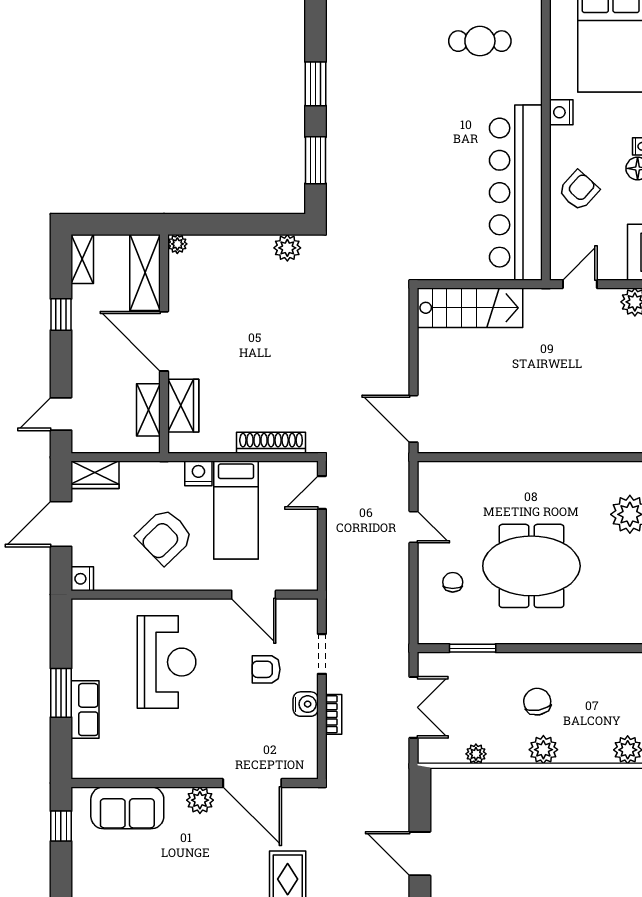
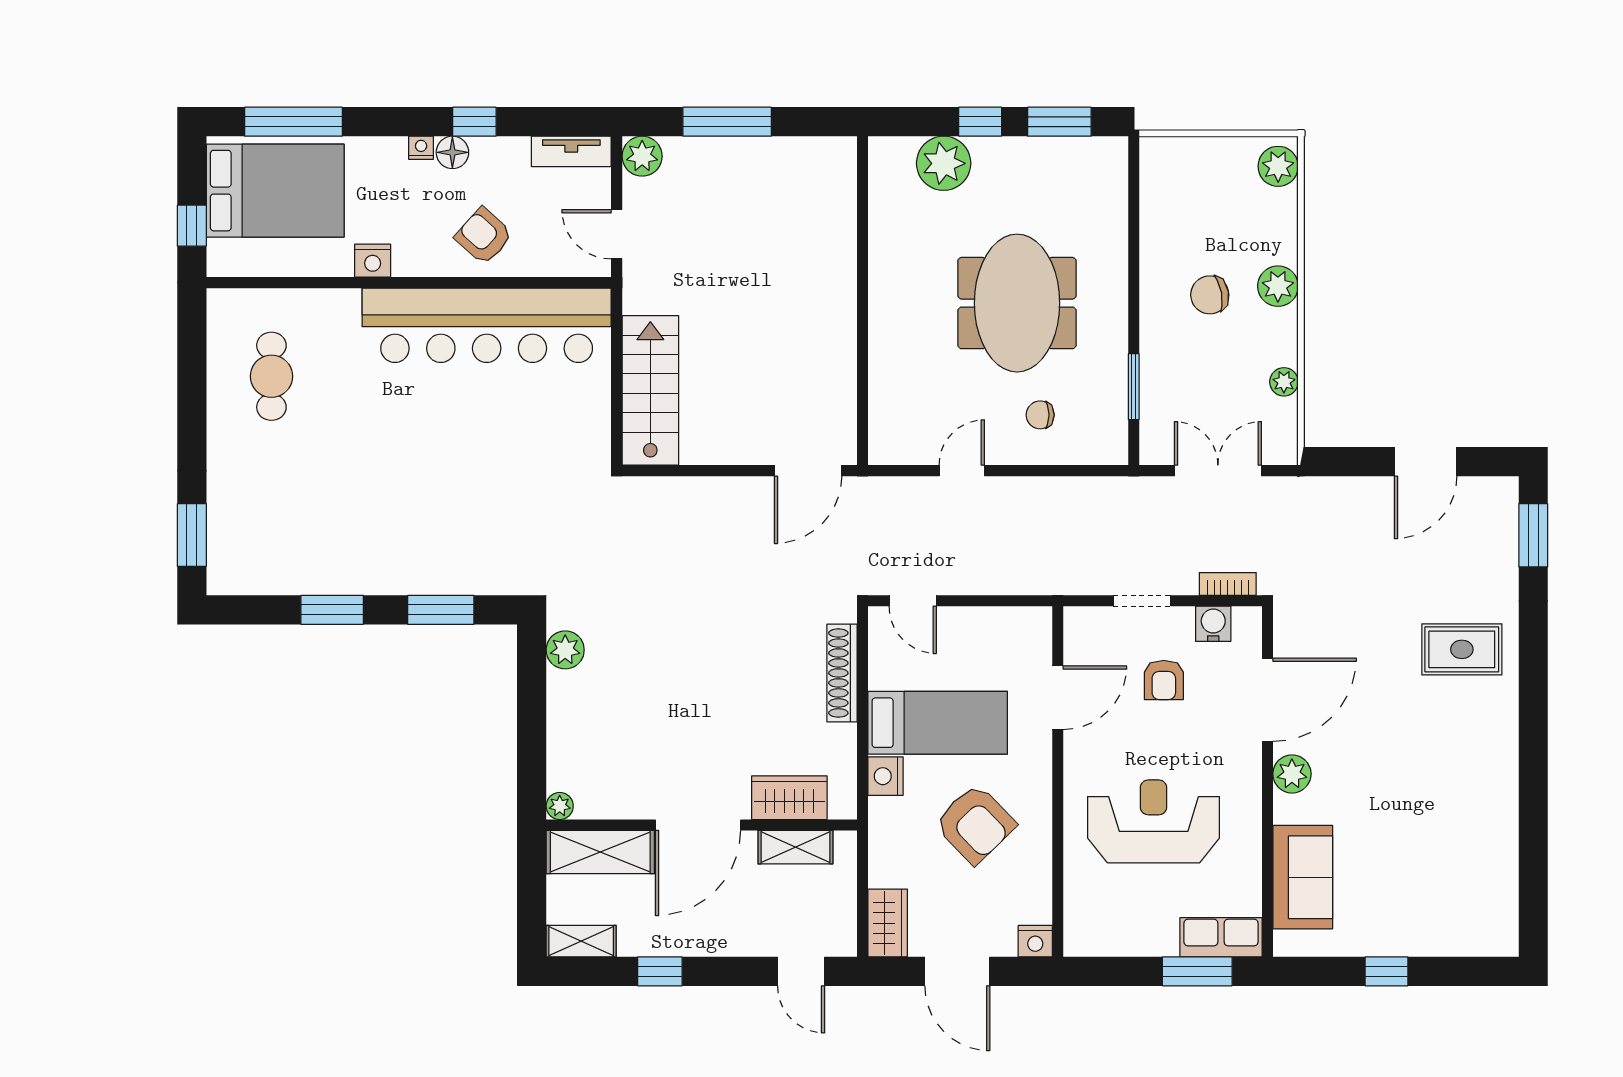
wall: (195, 783) -> (1267, 782), moved
door: (252, 783) -> (1267, 700), moved
plant: (200, 800) -> (1292, 774), moved
sofa: (127, 808) -> (1303, 877), moved

